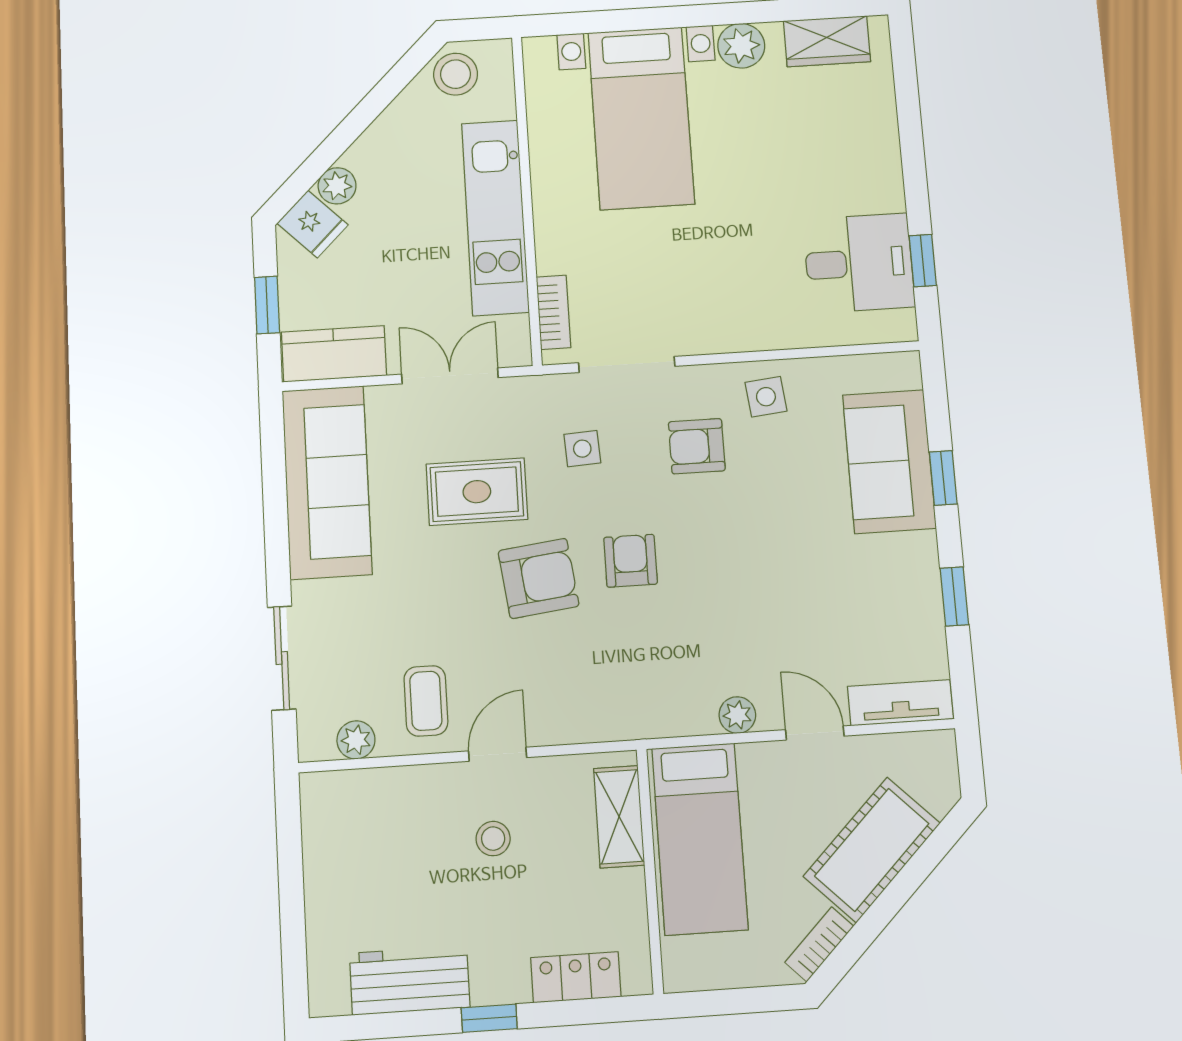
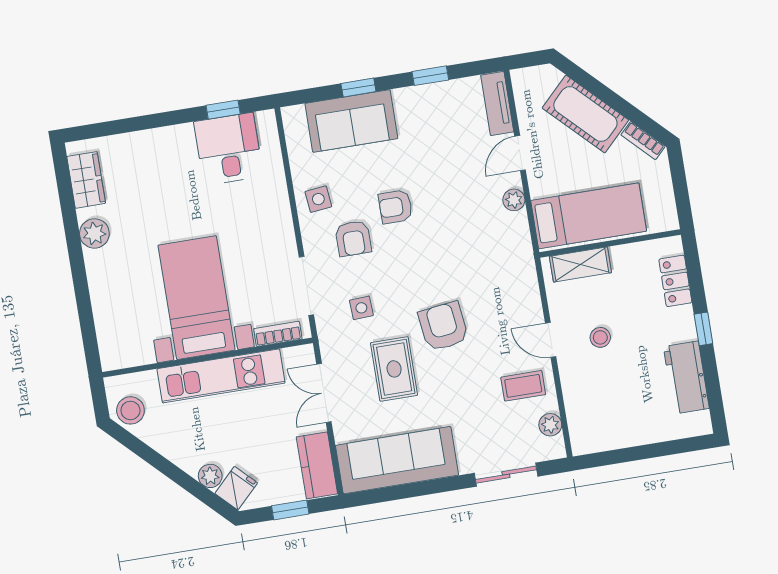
bed with nightstands: (641, 118) -> (196, 298), moved, turned -90
armchair: (631, 561) -> (395, 207), moved

